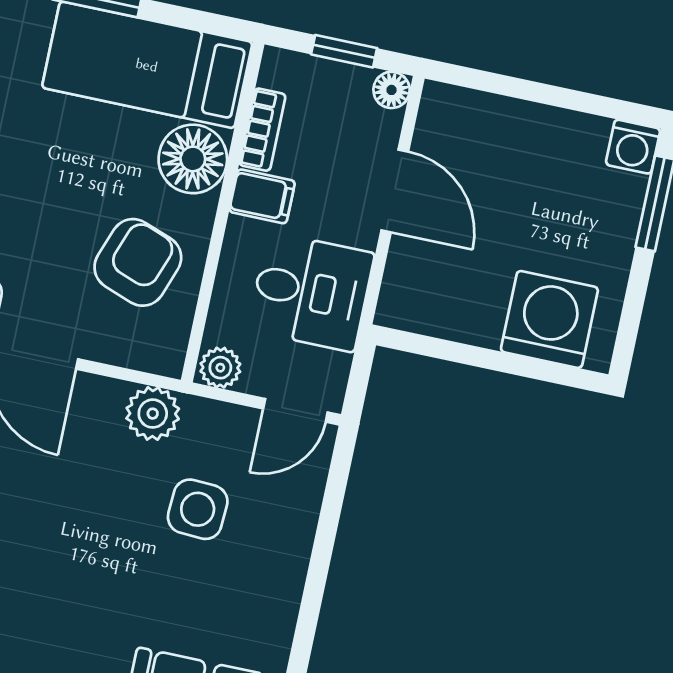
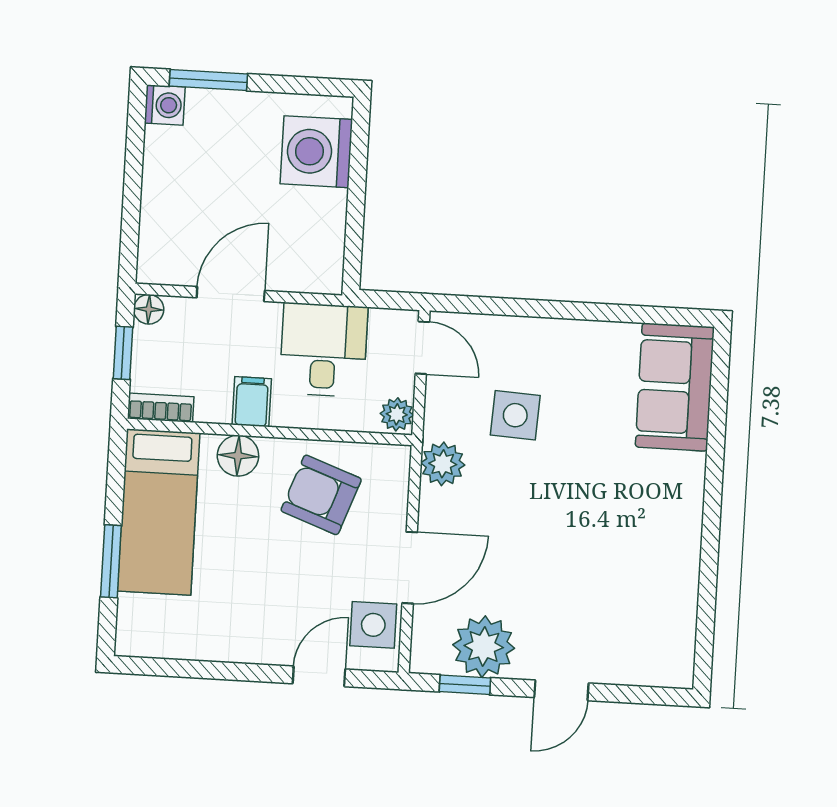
bookcase: (262, 130) -> (161, 408), moved
floor lamp: (193, 159) -> (238, 456), width x0.73, depth x0.73

